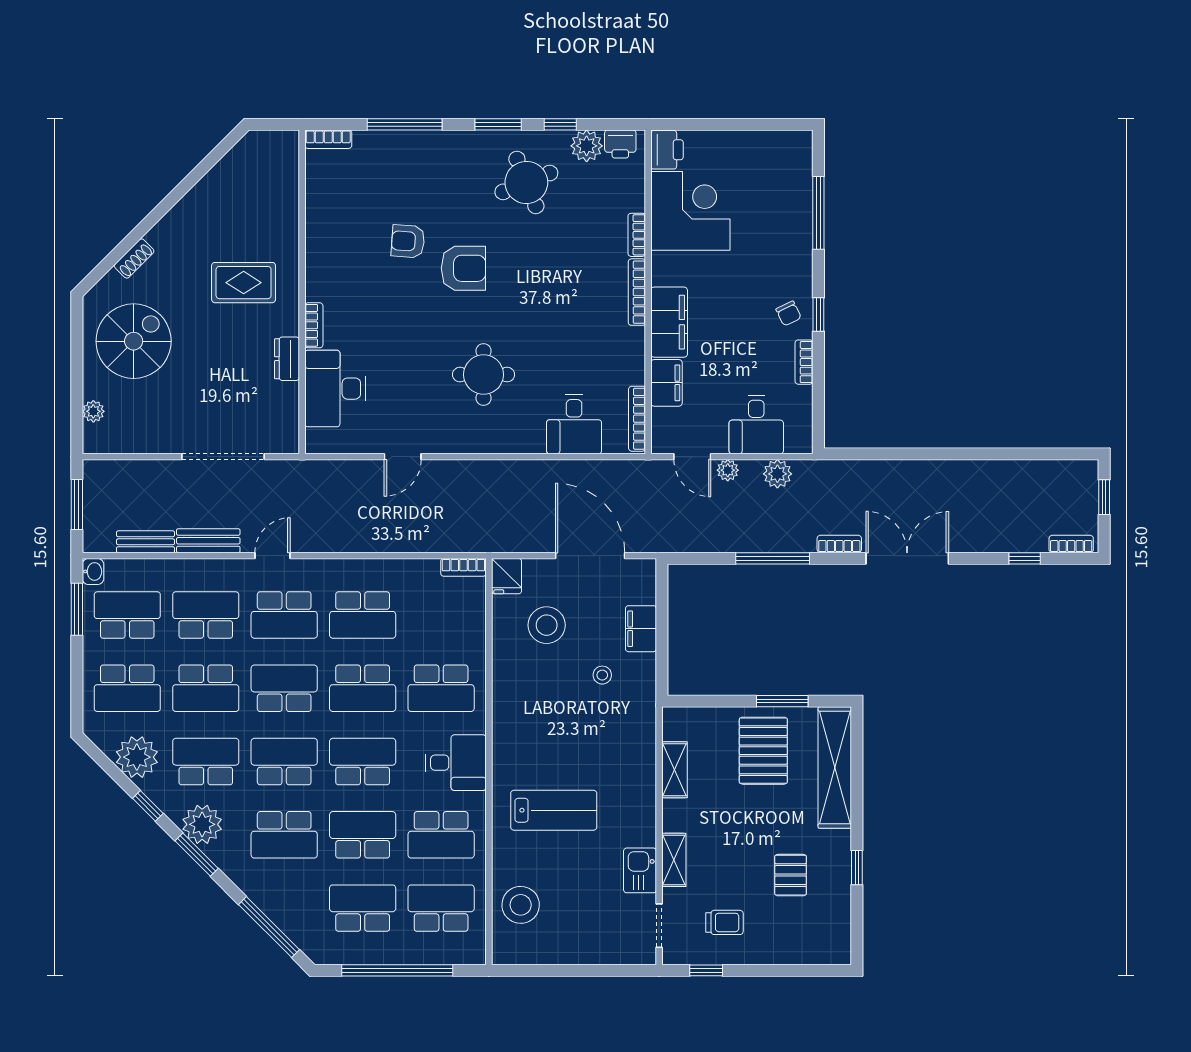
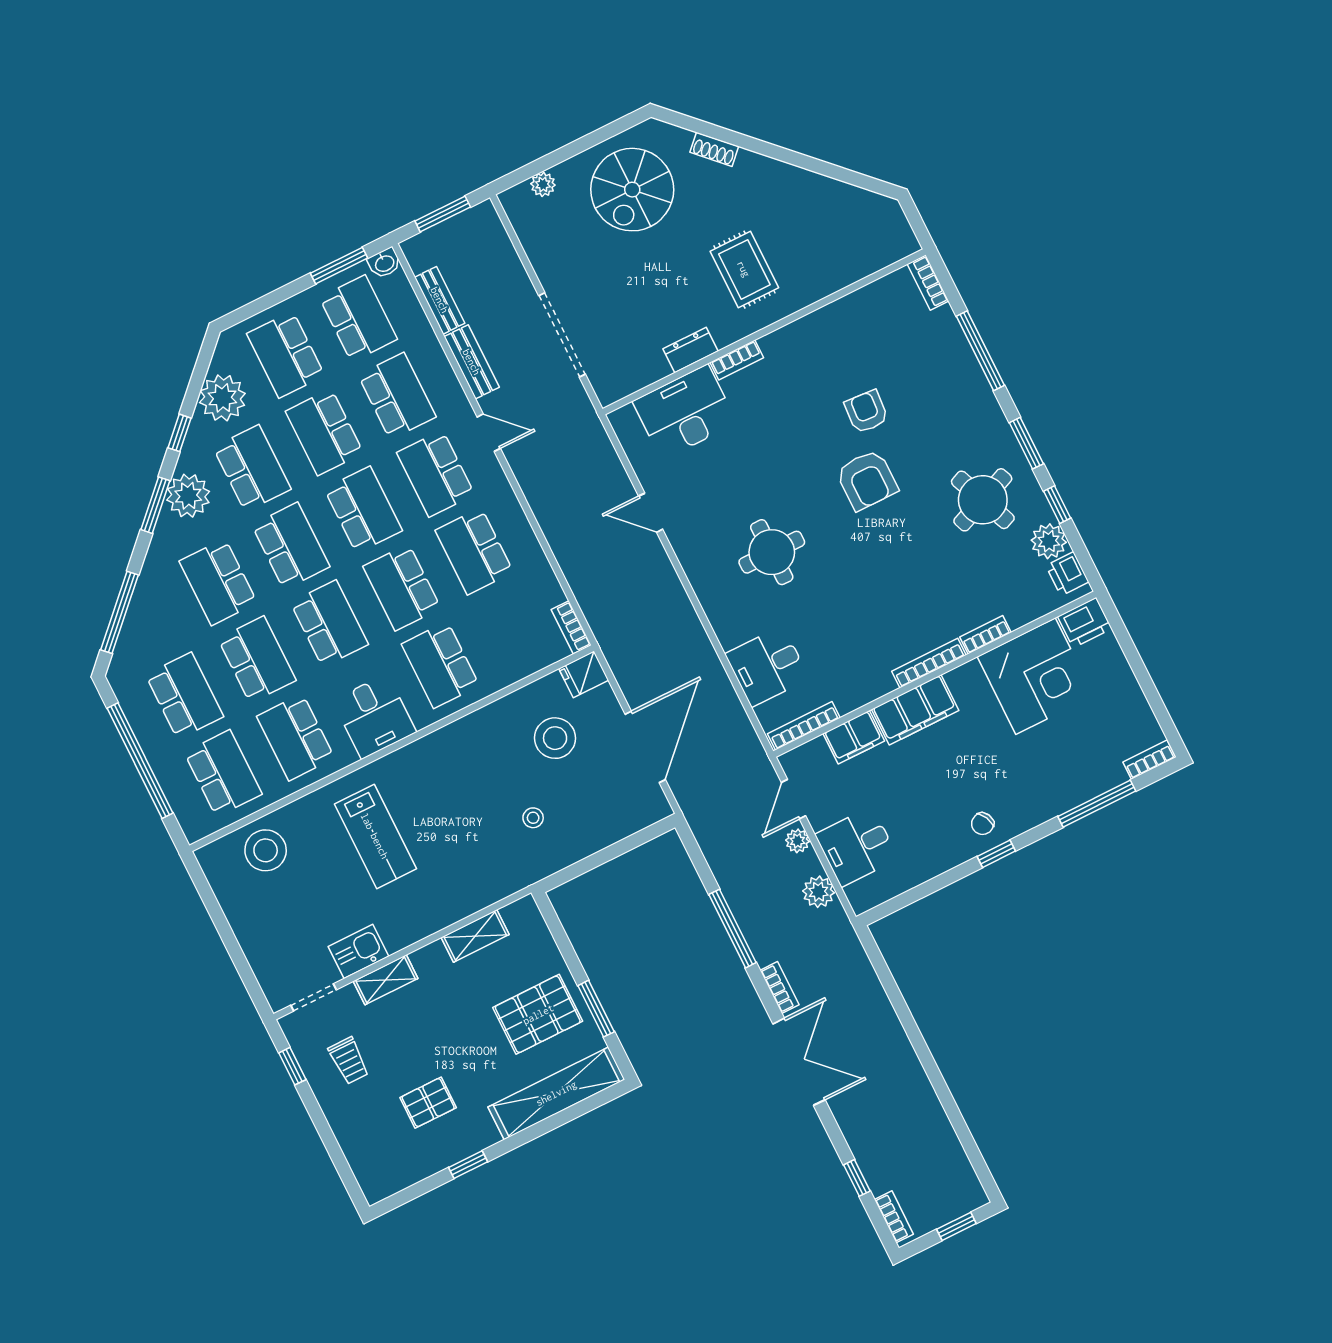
spiral stairs: (134, 341) -> (632, 190), turned 90
bookcase: (804, 362) -> (1149, 760), moved
filing cabinet: (641, 629) -> (598, 833), removed

